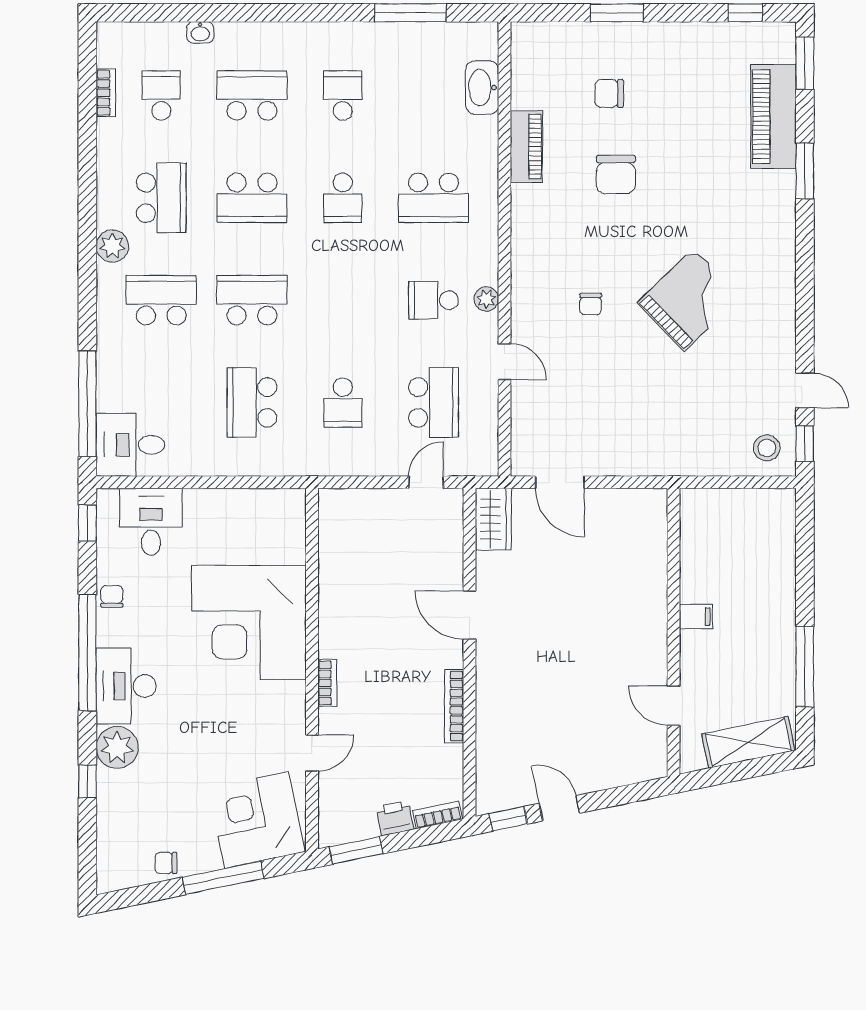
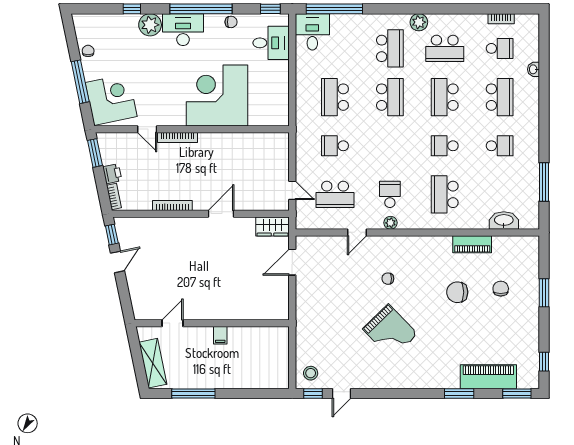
school desk: (252, 402) -> (335, 97), turned -90
bookcase: (327, 683) -> (177, 137), width x1.56

